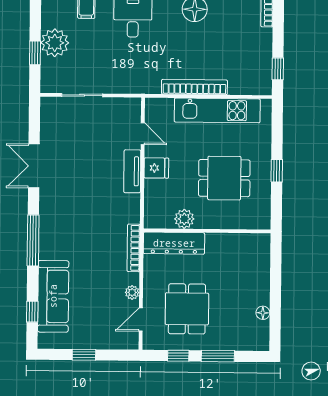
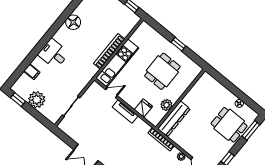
window: (35, 53) -> (18, 99), moved
kitchen unit: (217, 110) -> (117, 63), moved
fridge: (156, 168) -> (143, 108), moved
dining table: (187, 309) -> (229, 125), moved
window: (218, 356) -> (251, 130), moved

